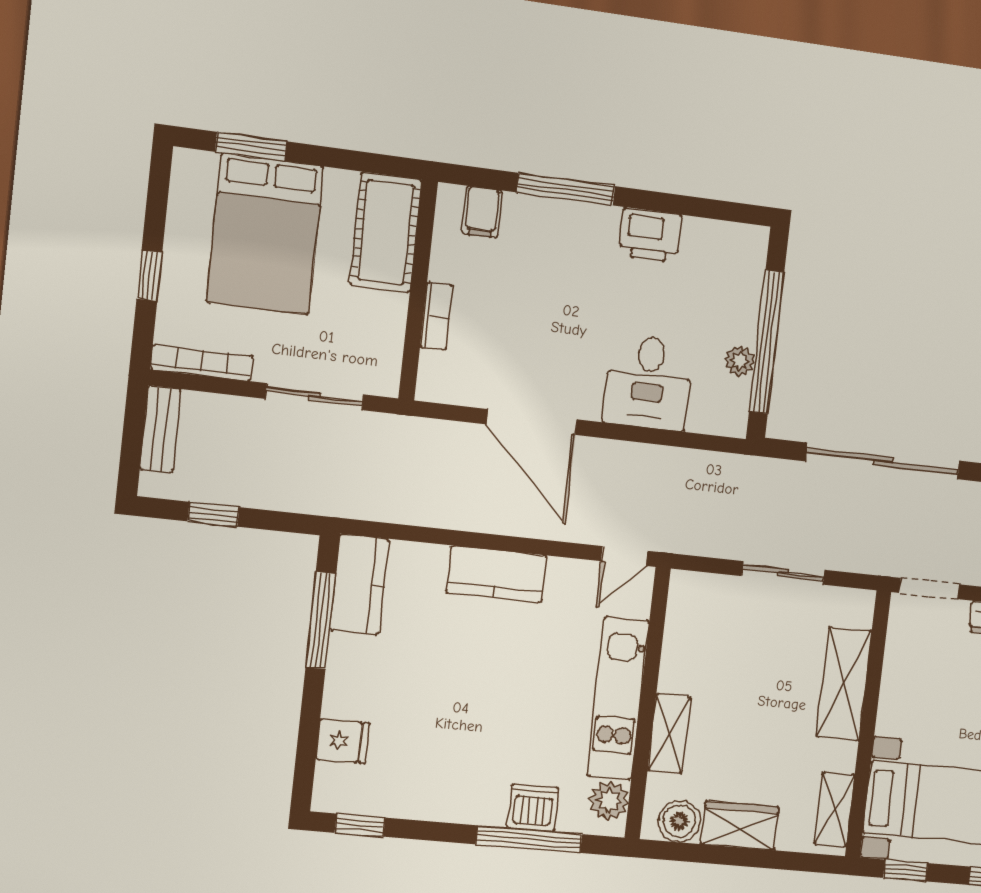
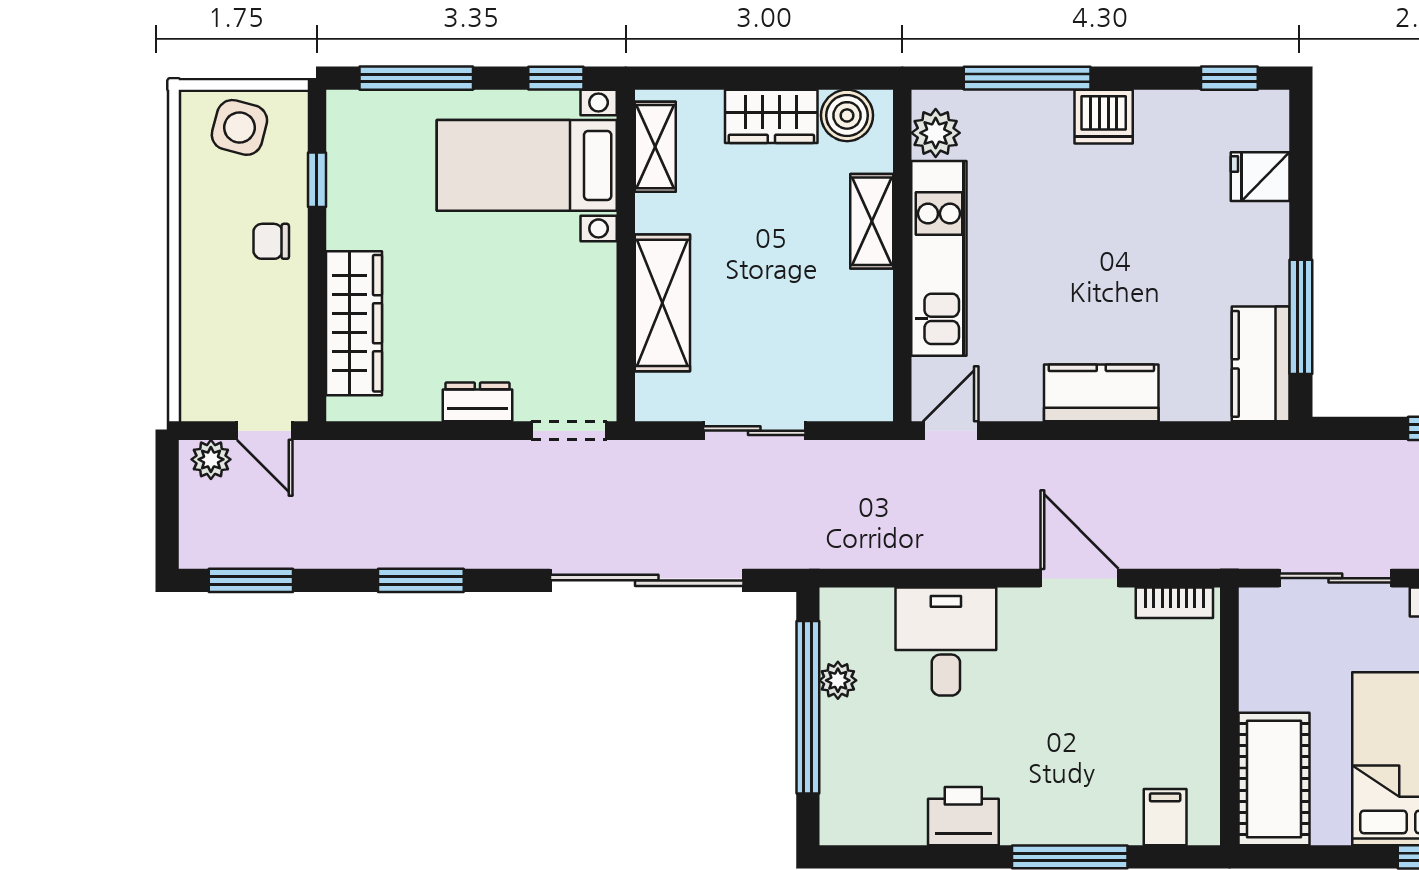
bookcase: (436, 316) -> (1174, 603), moved, turned -90
door: (532, 422) -> (1080, 578), width x0.73
dishwasher: (533, 808) -> (1104, 117), moved

